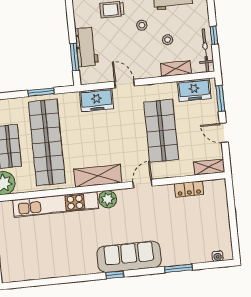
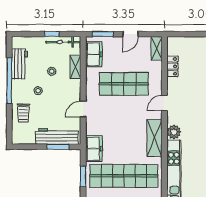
workbench: (87, 47) -> (57, 136), width x1.38
freezer: (97, 100) -> (94, 149), moved
door: (142, 184) -> (164, 103), hinge flipped

